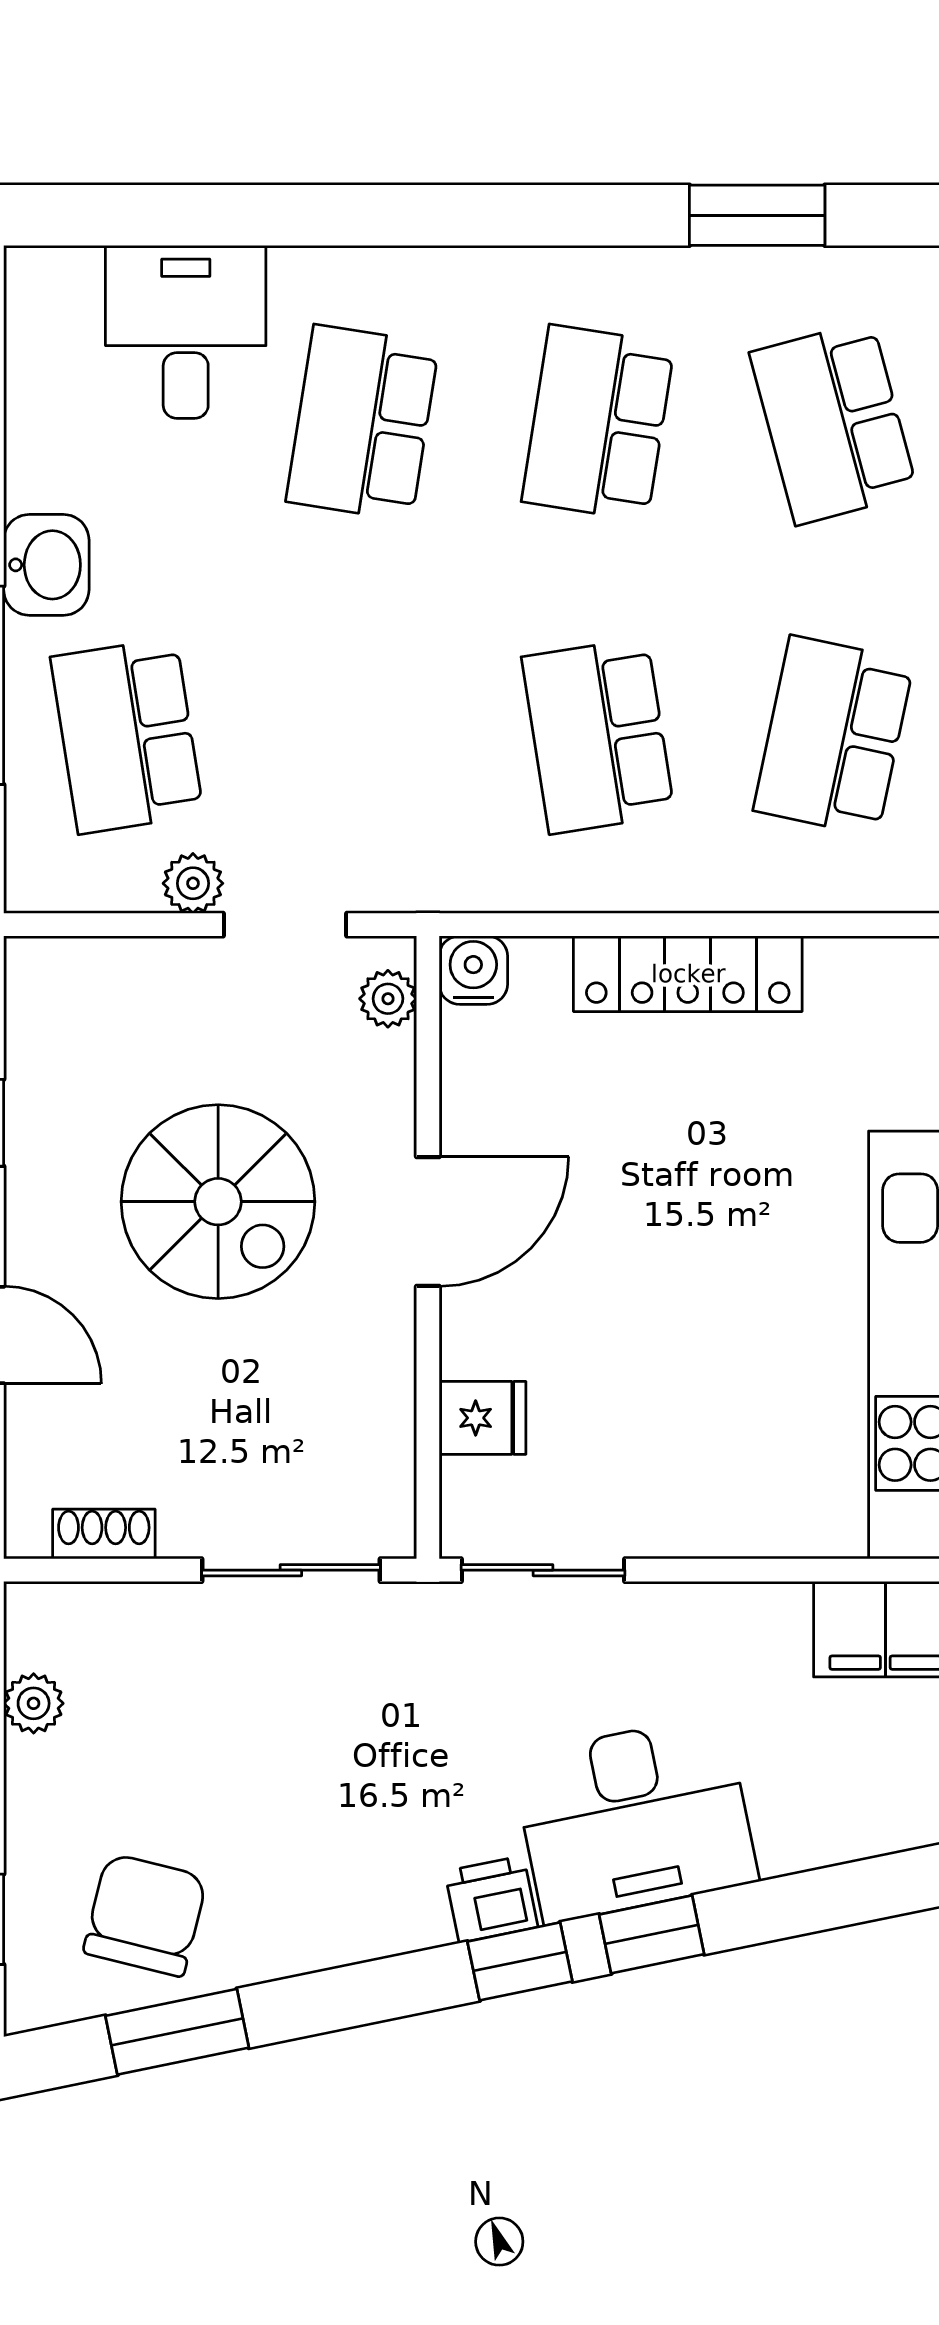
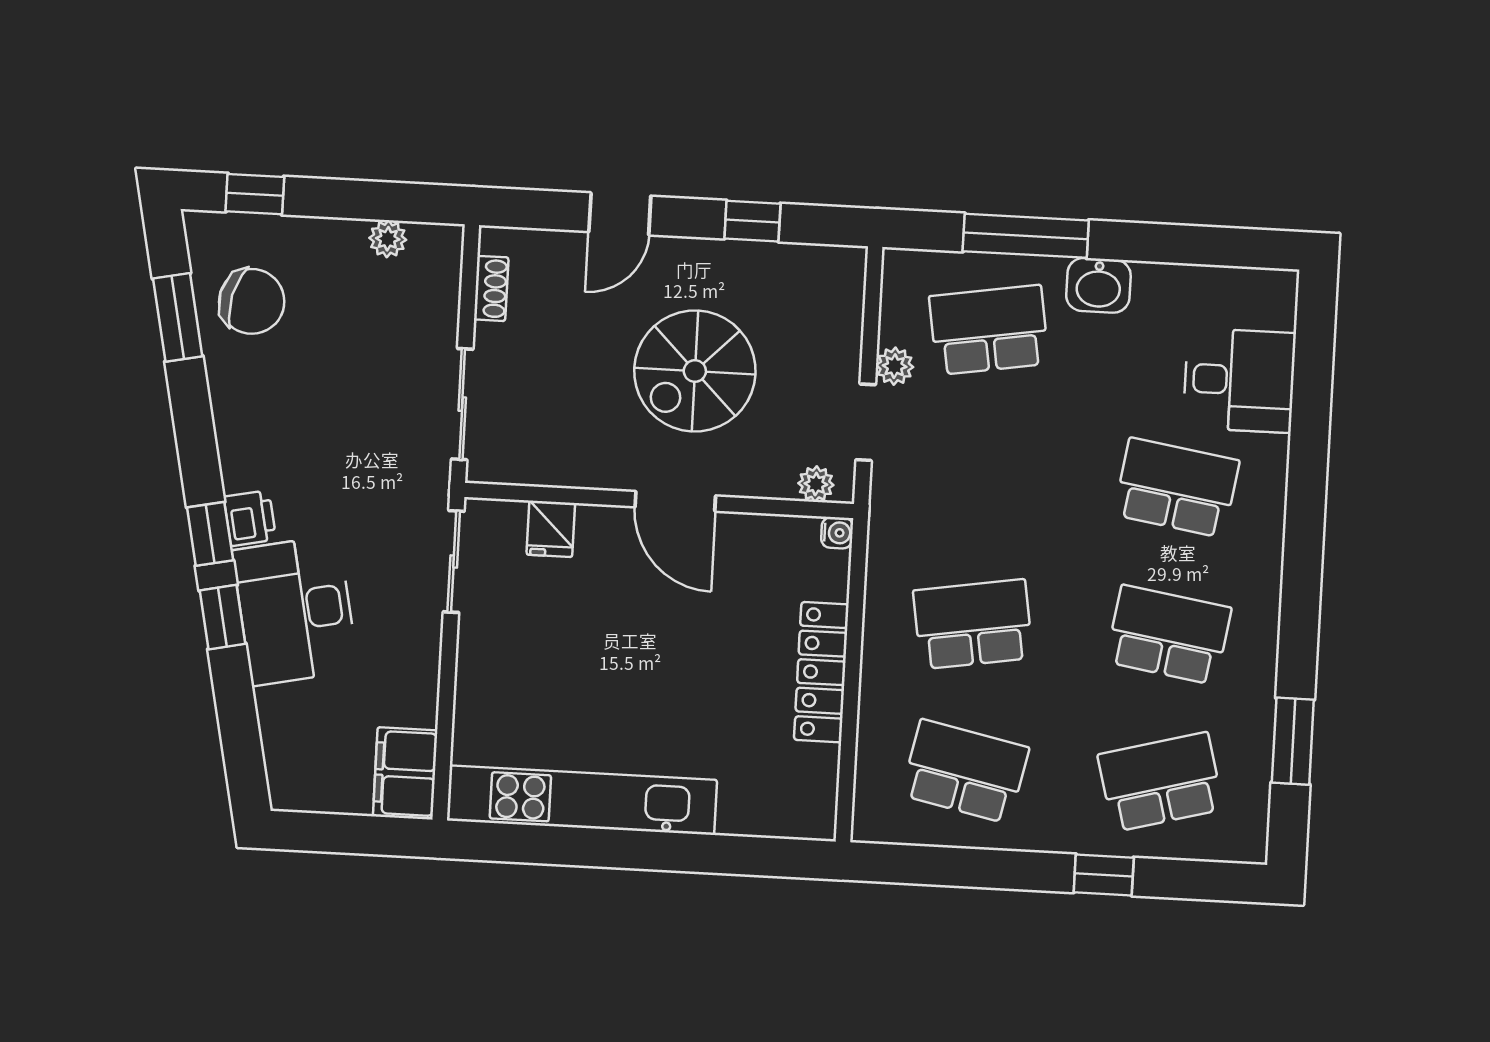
water cooler: (473, 970) -> (837, 533), width x0.72, depth x0.72

